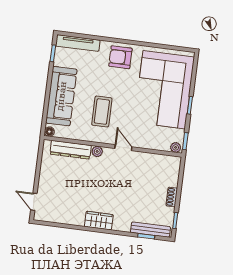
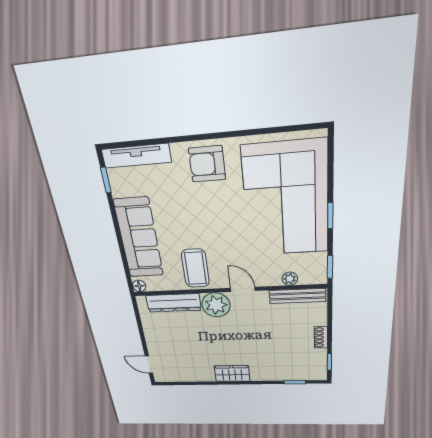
coffee table: (102, 111) -> (195, 268), moved
plant: (176, 147) -> (290, 279), moved
plant: (97, 151) -> (216, 305), width x1.88, depth x1.88
bench: (150, 230) -> (297, 296), moved

